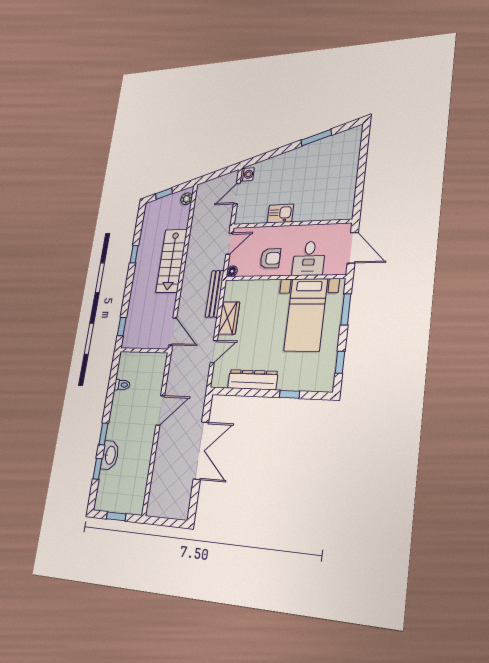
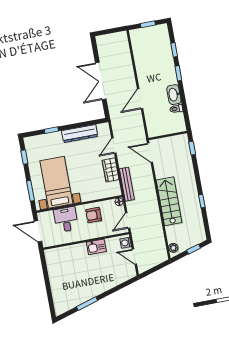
washing machine: (247, 174) -> (126, 243), moved
door: (237, 194) -> (134, 257), swing flipped
washbasin: (110, 455) -> (174, 95), moved

